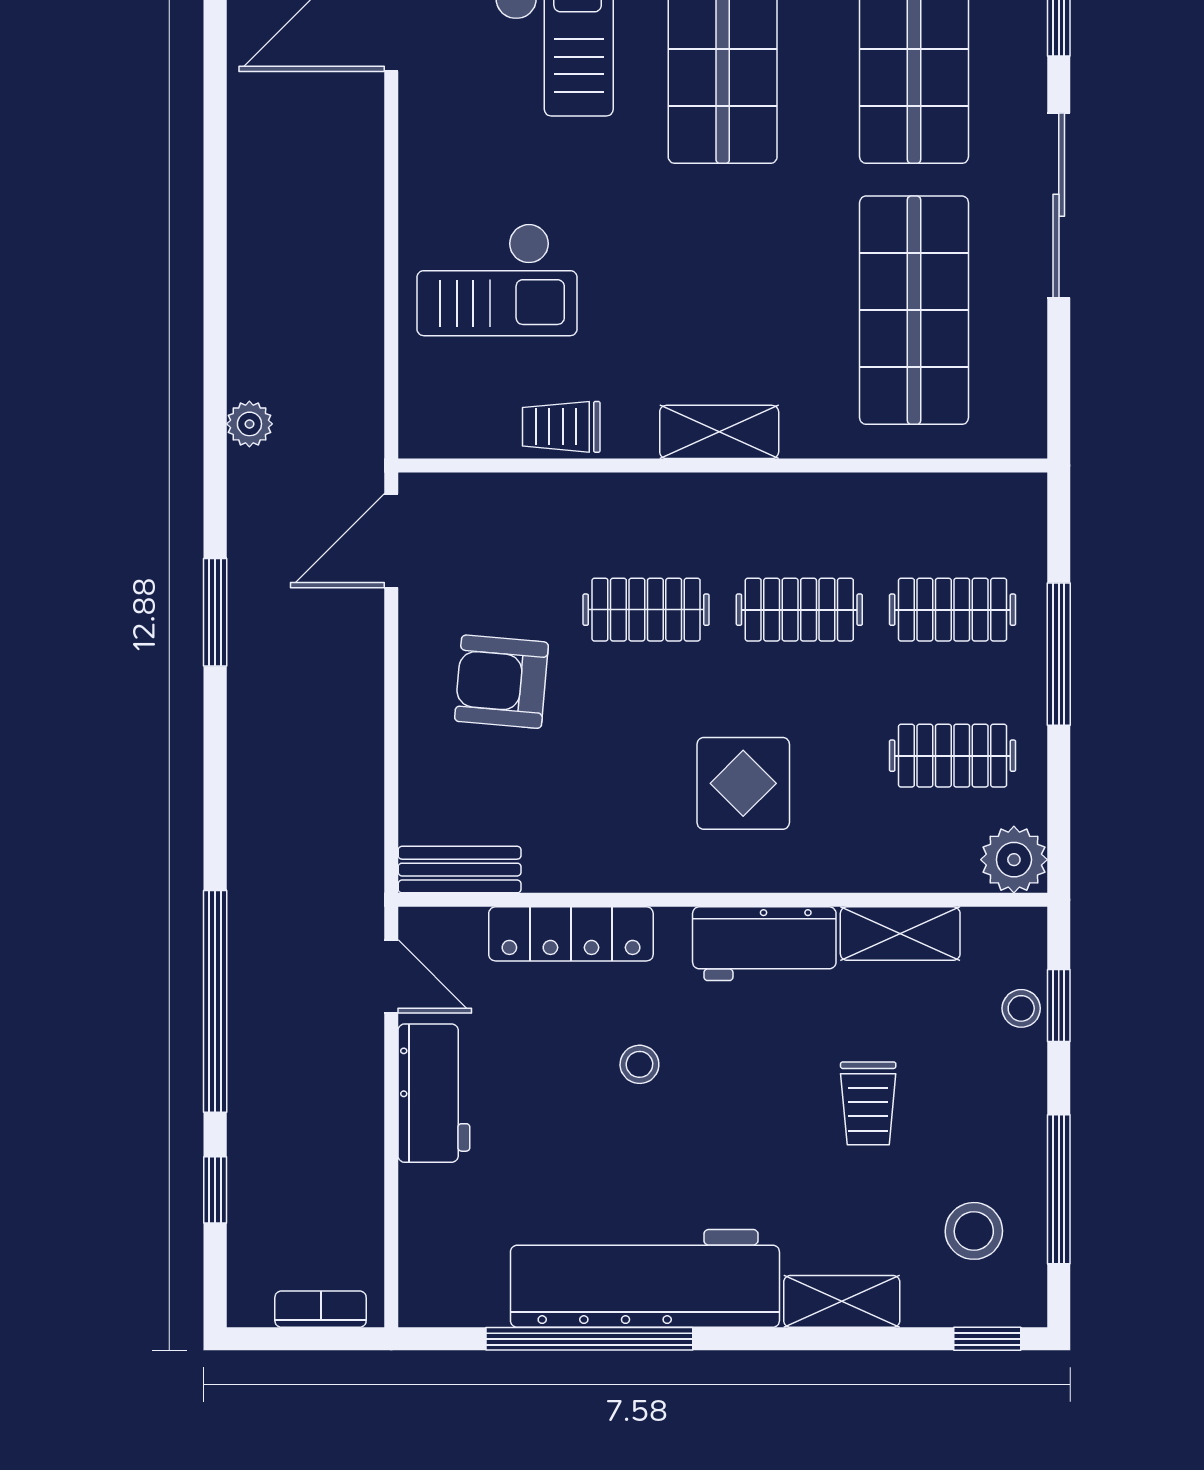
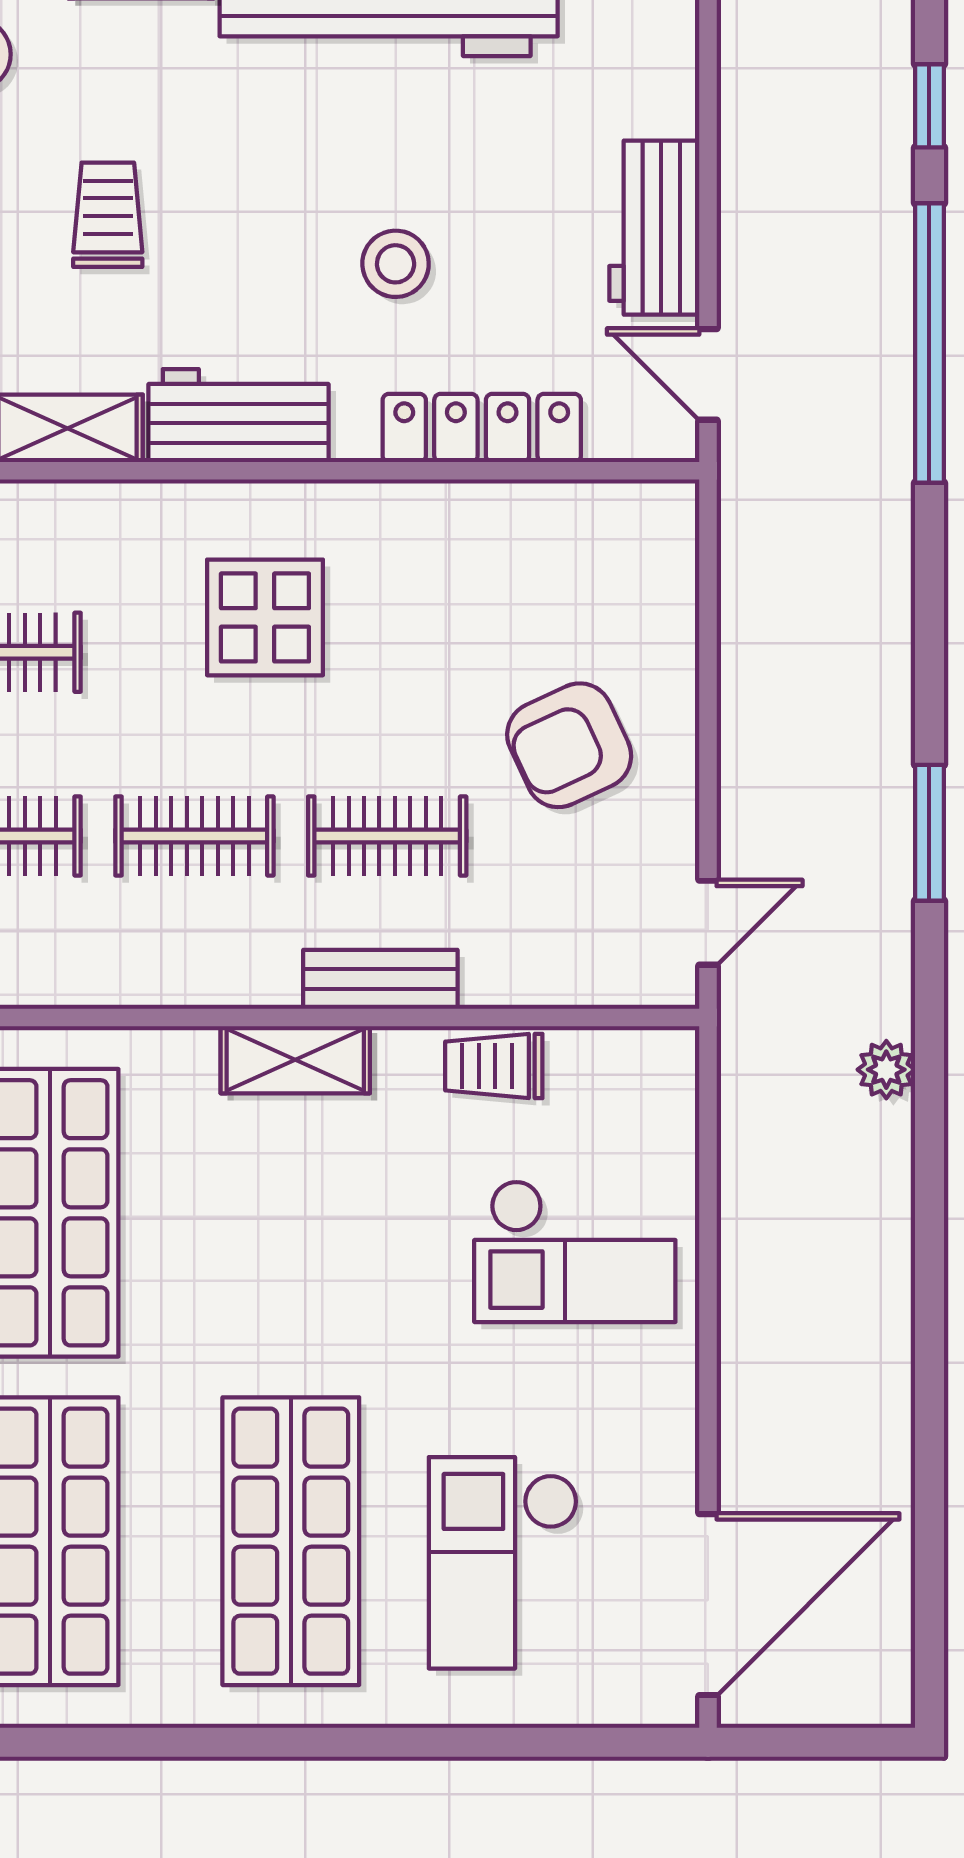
checkout: (497, 280) -> (575, 1251), turned 180
trolley: (561, 427) -> (494, 1066), turned 180
door: (391, 541) -> (708, 923), width x0.73
armchair: (501, 682) -> (569, 745), turned 150
bench: (460, 870) -> (380, 979), moved
stool: (639, 1064) -> (396, 264), width x1.37, depth x1.37

